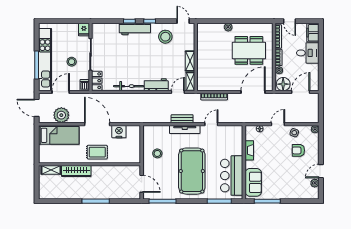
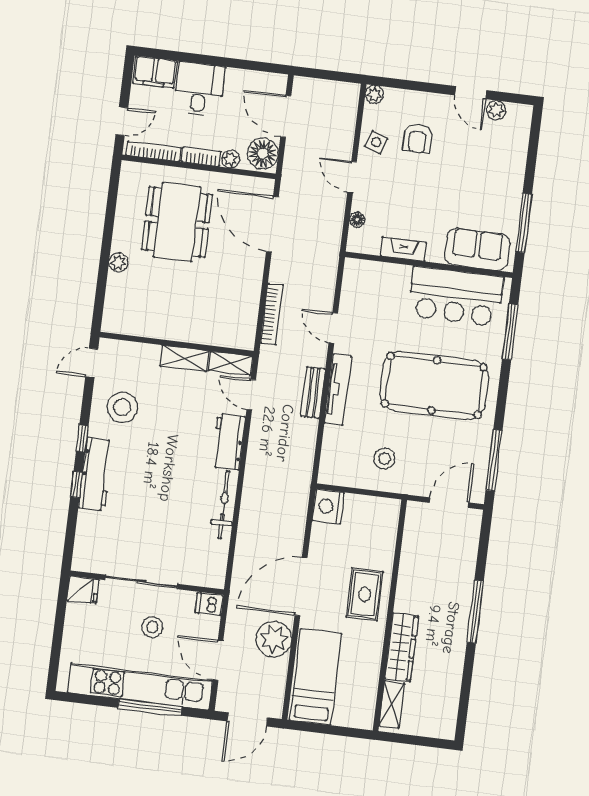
locker: (97, 81) -> (202, 575), removed
plant: (61, 115) -> (274, 639), moved
nightstand: (119, 132) -> (328, 506), moved

